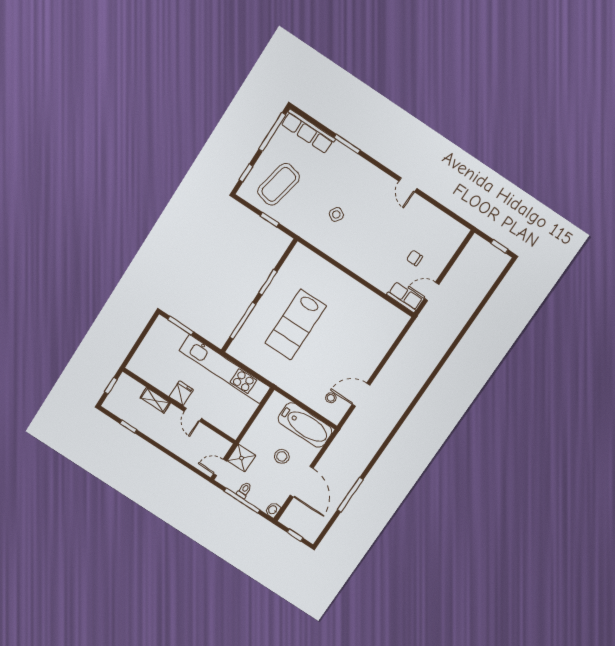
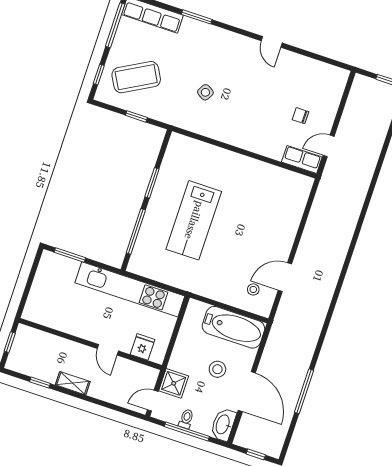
coffee table: (279, 184) -> (136, 77), turned 49
fridge: (181, 393) -> (143, 347), moved
shelving: (155, 400) -> (73, 383), moved
washbasin: (273, 510) -> (223, 425), width x1.91, depth x1.45

